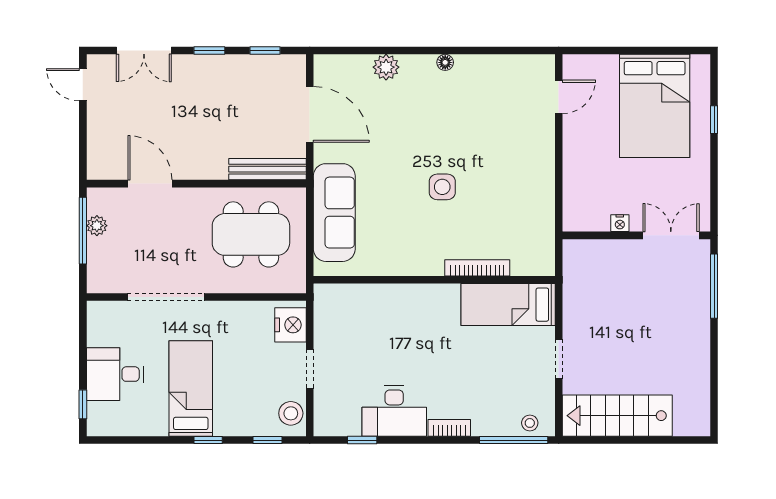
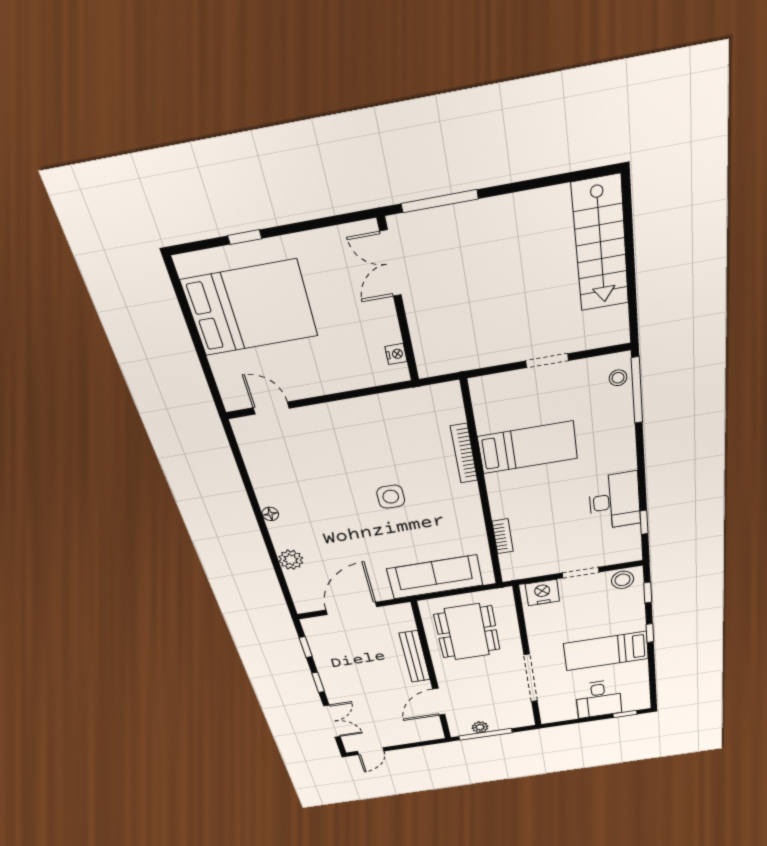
bench: (267, 169) -> (415, 657), moved
nightstand: (620, 223) -> (396, 354), moved
bed: (508, 305) -> (528, 447), moved, turned -90
stairs: (617, 416) -> (601, 244), moved
bookcase: (449, 428) -> (503, 536), moved, turned 180

